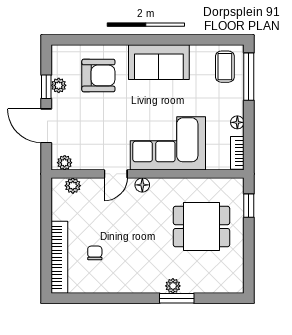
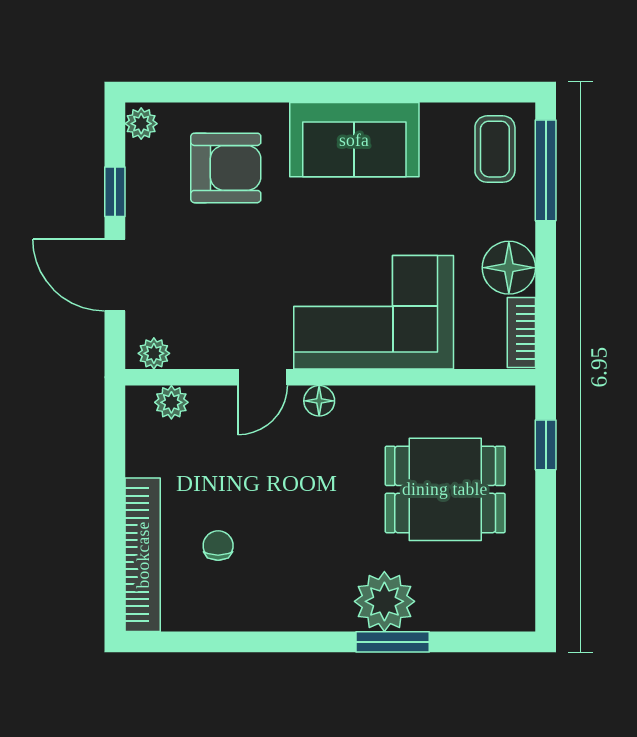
plant: (59, 85) -> (141, 124), moved
floor lamp: (237, 122) -> (509, 268), width x1.89, depth x1.89
plant: (173, 286) -> (384, 601), width x1.87, depth x1.87

